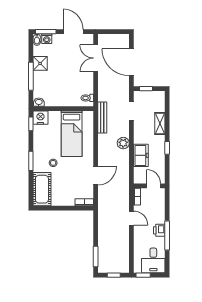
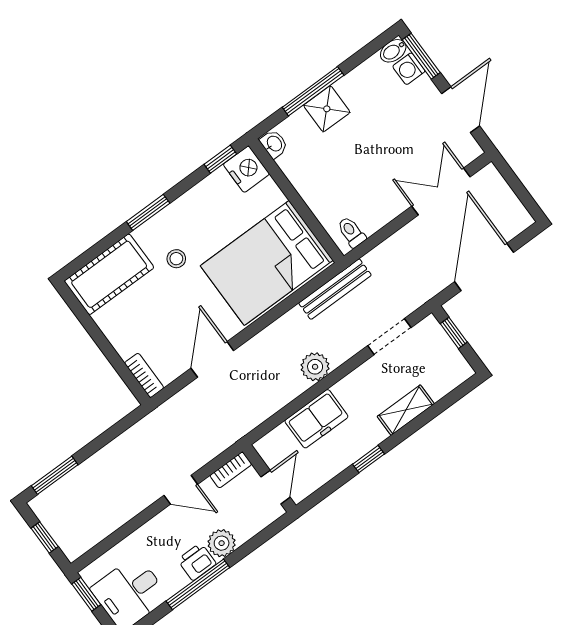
shower: (40, 63) -> (327, 109), moved
bed: (72, 134) -> (267, 263), width x1.50
door: (96, 176) -> (212, 359), swing flipped
door: (131, 218) -> (181, 490), hinge flipped
plant: (159, 218) -> (222, 543), added

